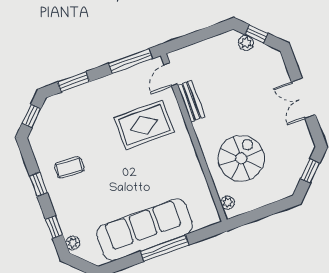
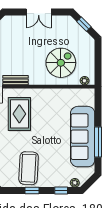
spiral stairs: (241, 158) -> (61, 63), turned 90
coffee table: (69, 167) -> (29, 168), width x1.86, depth x1.72
window: (164, 248) -> (98, 142), moved

